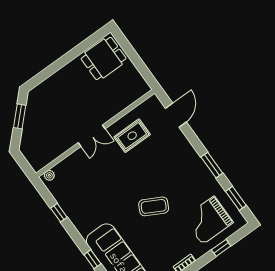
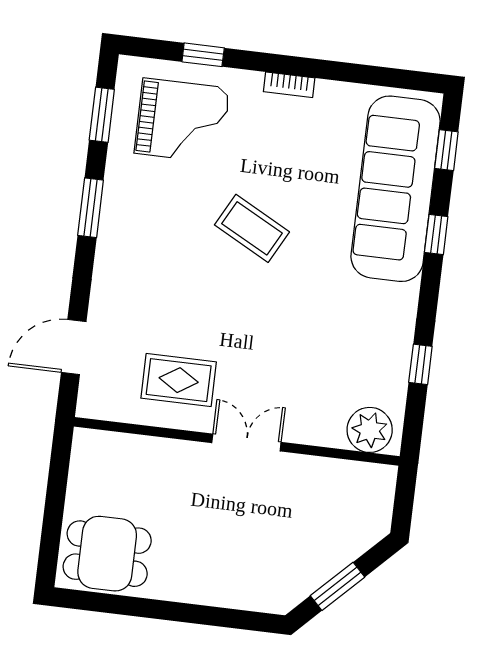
plant: (49, 175) -> (370, 430), width x1.87, depth x1.87

